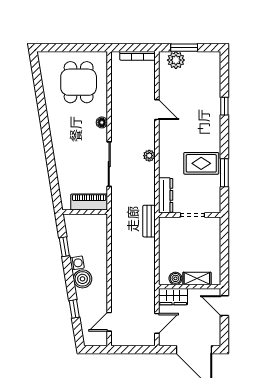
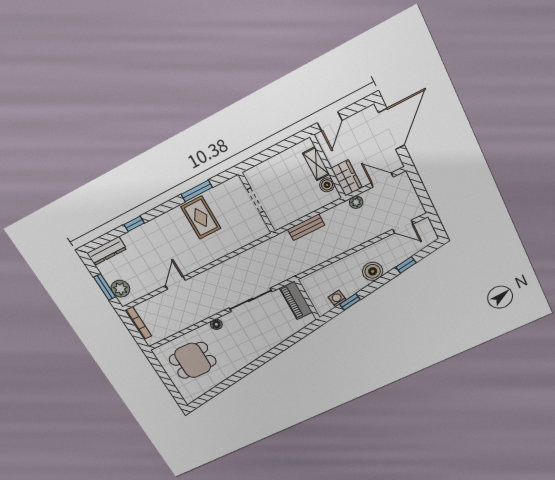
plant: (149, 156) -> (356, 202), moved
dresser: (166, 195) -> (107, 251), moved, turned 180
bench: (149, 221) -> (306, 227), moved
washing machine: (77, 263) -> (337, 298), moved

